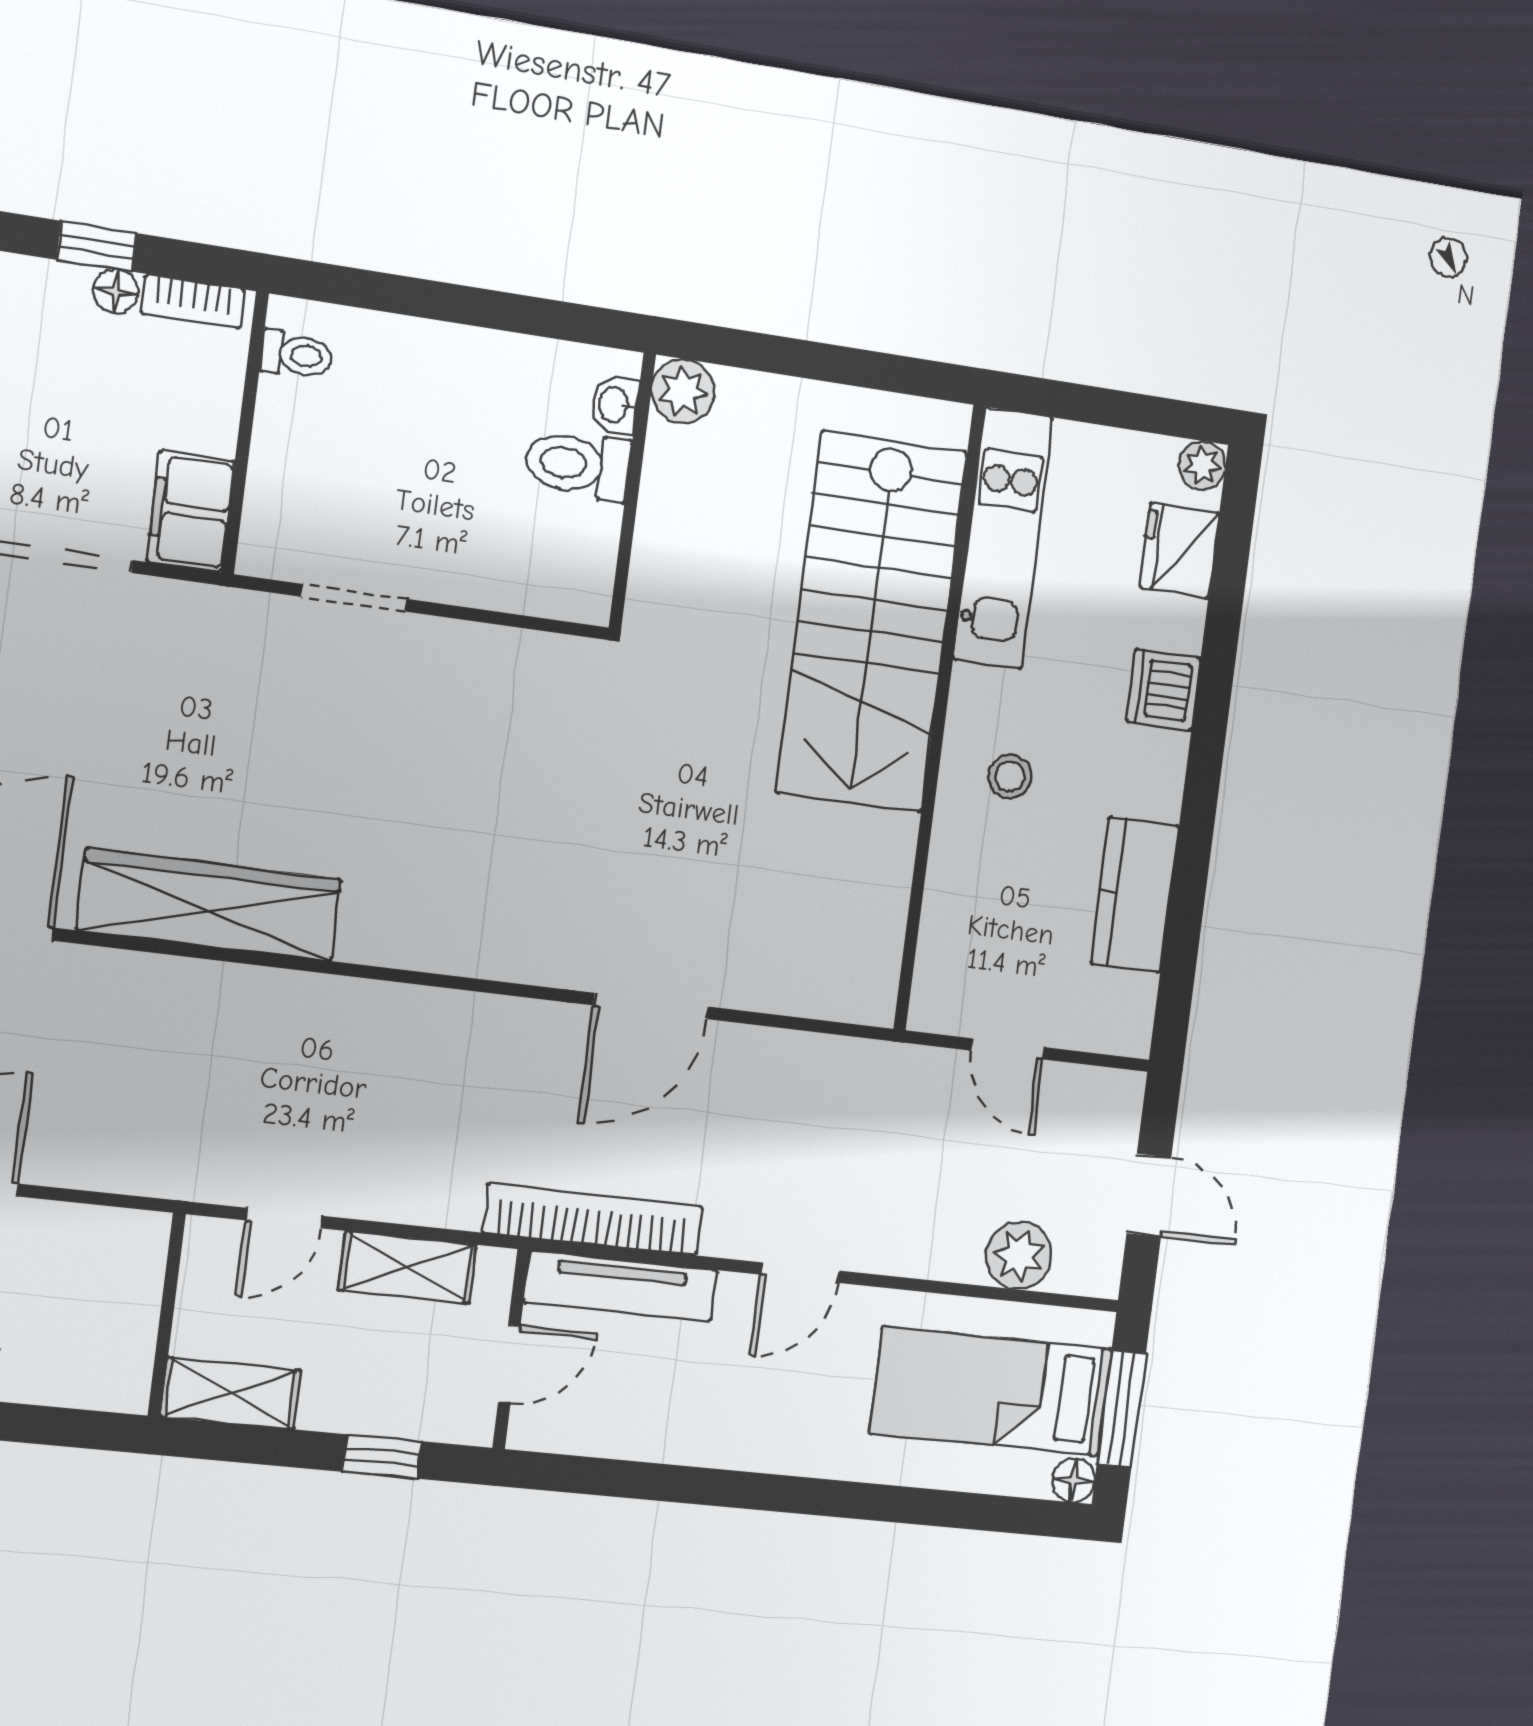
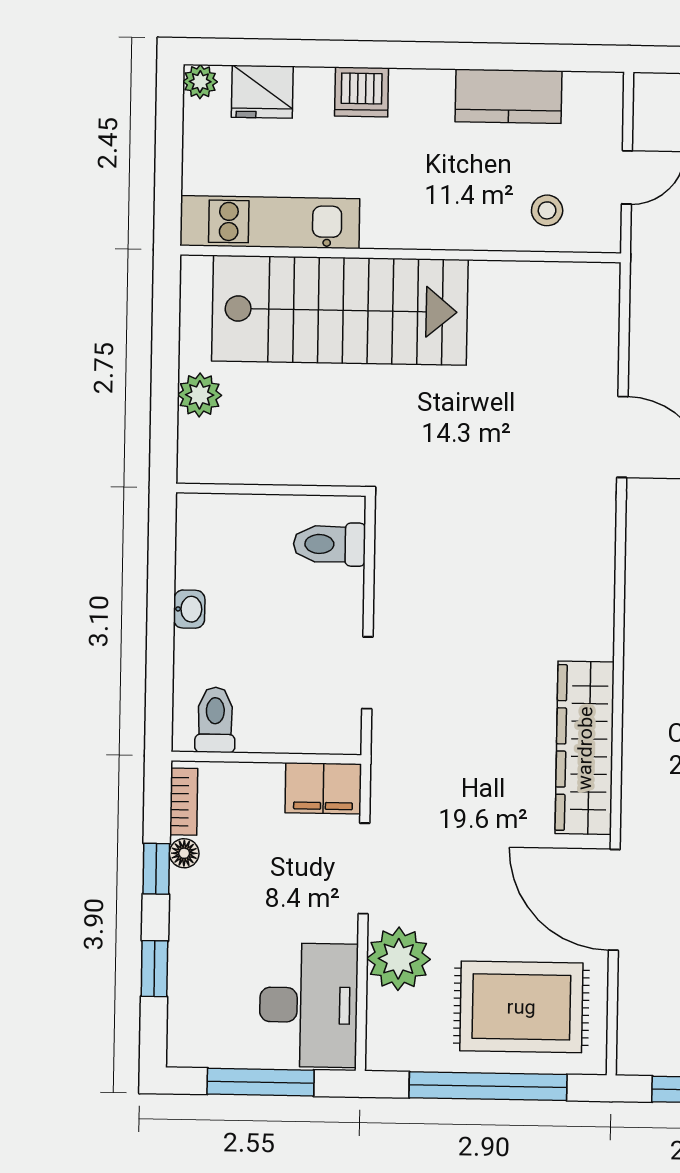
toilet: (297, 355) -> (215, 720), width x1.37, depth x1.39
plant: (683, 391) -> (200, 395), moved
washbasin: (615, 405) -> (189, 609), moved, turned -90
toilet: (578, 465) -> (329, 544), moved, turned 90
stool: (1010, 777) -> (547, 210), moved

